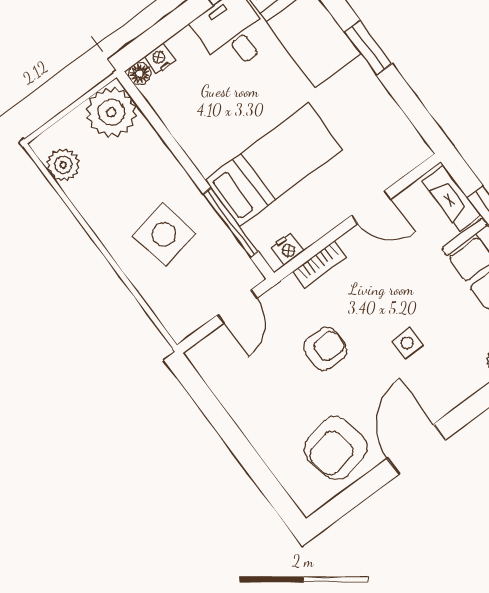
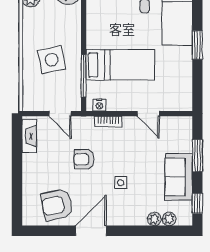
fireplace: (452, 198) -> (29, 136), moved, turned 180
door: (237, 306) -> (60, 114), hinge flipped
armchair: (325, 349) -> (84, 159), turned 180

